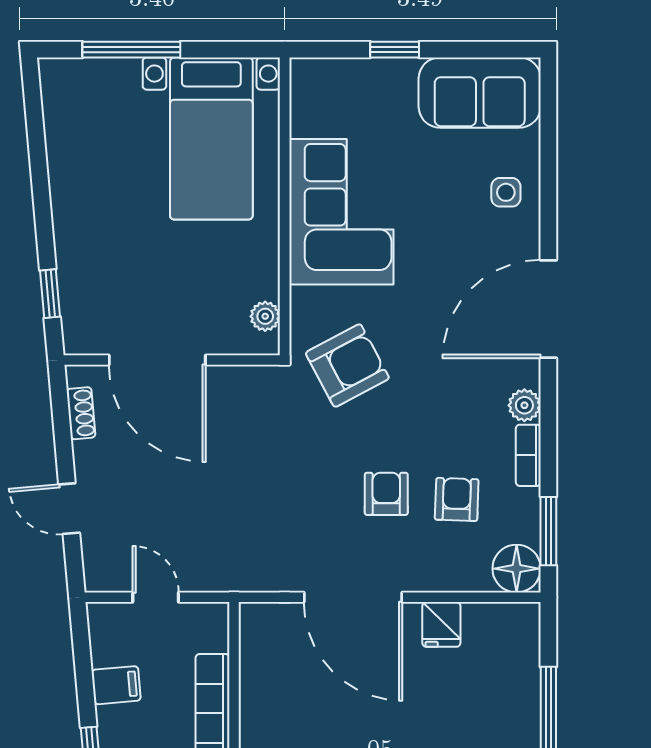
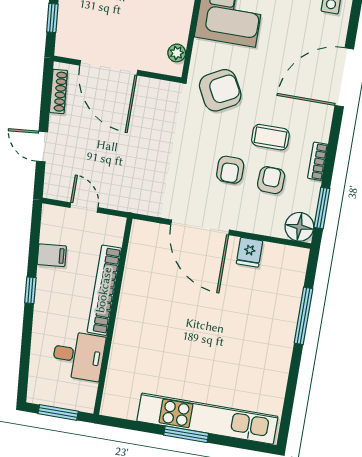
plant: (524, 405) -> (320, 131), removed
shoe rack: (81, 413) -> (58, 91), width x1.43
coffee table: (443, 429) -> (270, 137), added
armchair: (386, 494) -> (230, 170), turned 180

